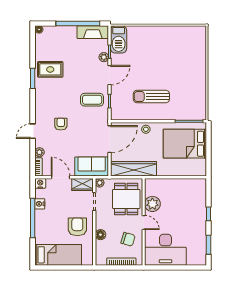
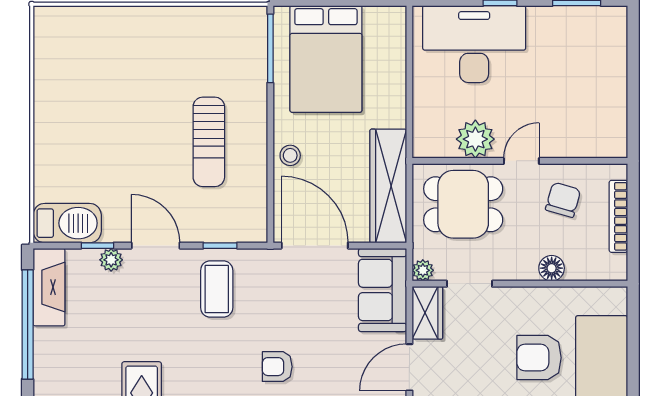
armchair: (77, 227) -> (539, 358), moved
desk: (165, 250) -> (474, 44), moved, turned -90

